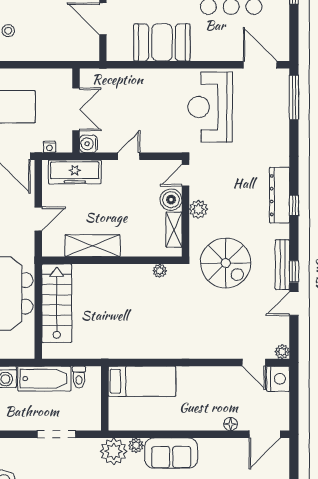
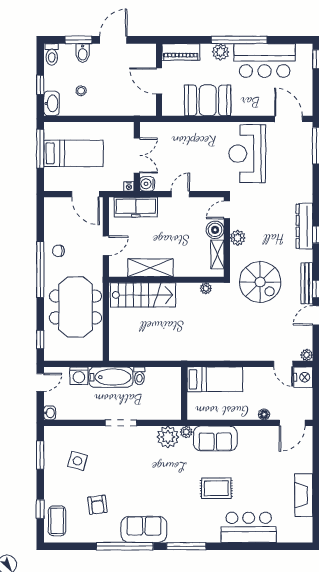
nightstand: (49, 147) -> (129, 186), moved
stairs: (57, 303) -> (143, 295), moved, turned 90
bed: (142, 381) -> (215, 379), moved
wall: (105, 398) -> (184, 393), moved

